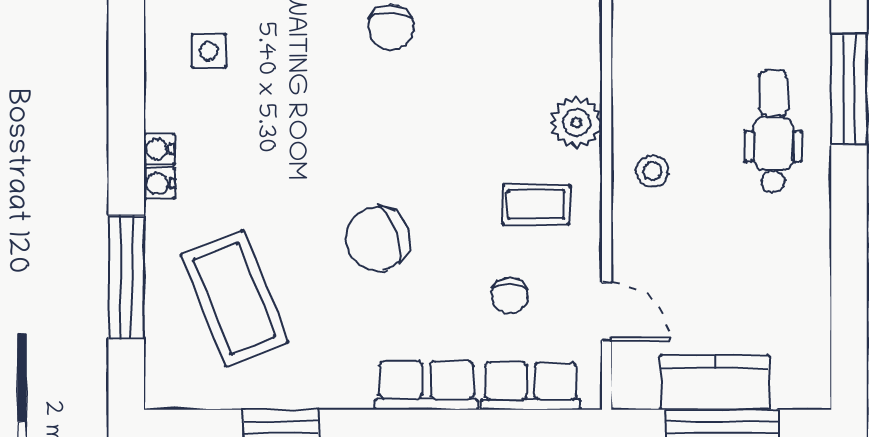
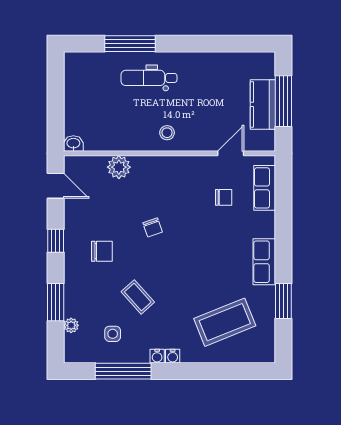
plant: (576, 122) -> (119, 167), moved
coffee table: (536, 205) -> (138, 297), moved, turned -42
chair: (377, 239) -> (153, 227), moved, width x0.54, depth x0.54
window: (126, 277) -> (123, 371), moved
row of seats: (426, 385) -> (264, 262), moved

